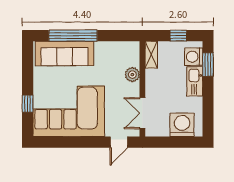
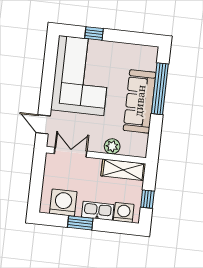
sofa: (64, 53) -> (140, 101), moved
shelving: (151, 55) -> (123, 170), width x1.50, depth x1.33
window: (208, 64) -> (80, 223), moved
washing machine: (182, 125) -> (63, 203), moved, turned -90

